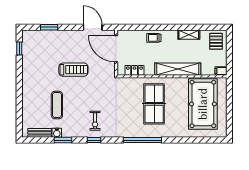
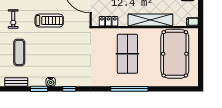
exercise mat: (57, 105) -> (19, 52), moved
exercise bike: (95, 121) -> (13, 19), moved
water cooler: (57, 133) -> (51, 82), moved
window: (142, 140) -> (129, 89), moved

